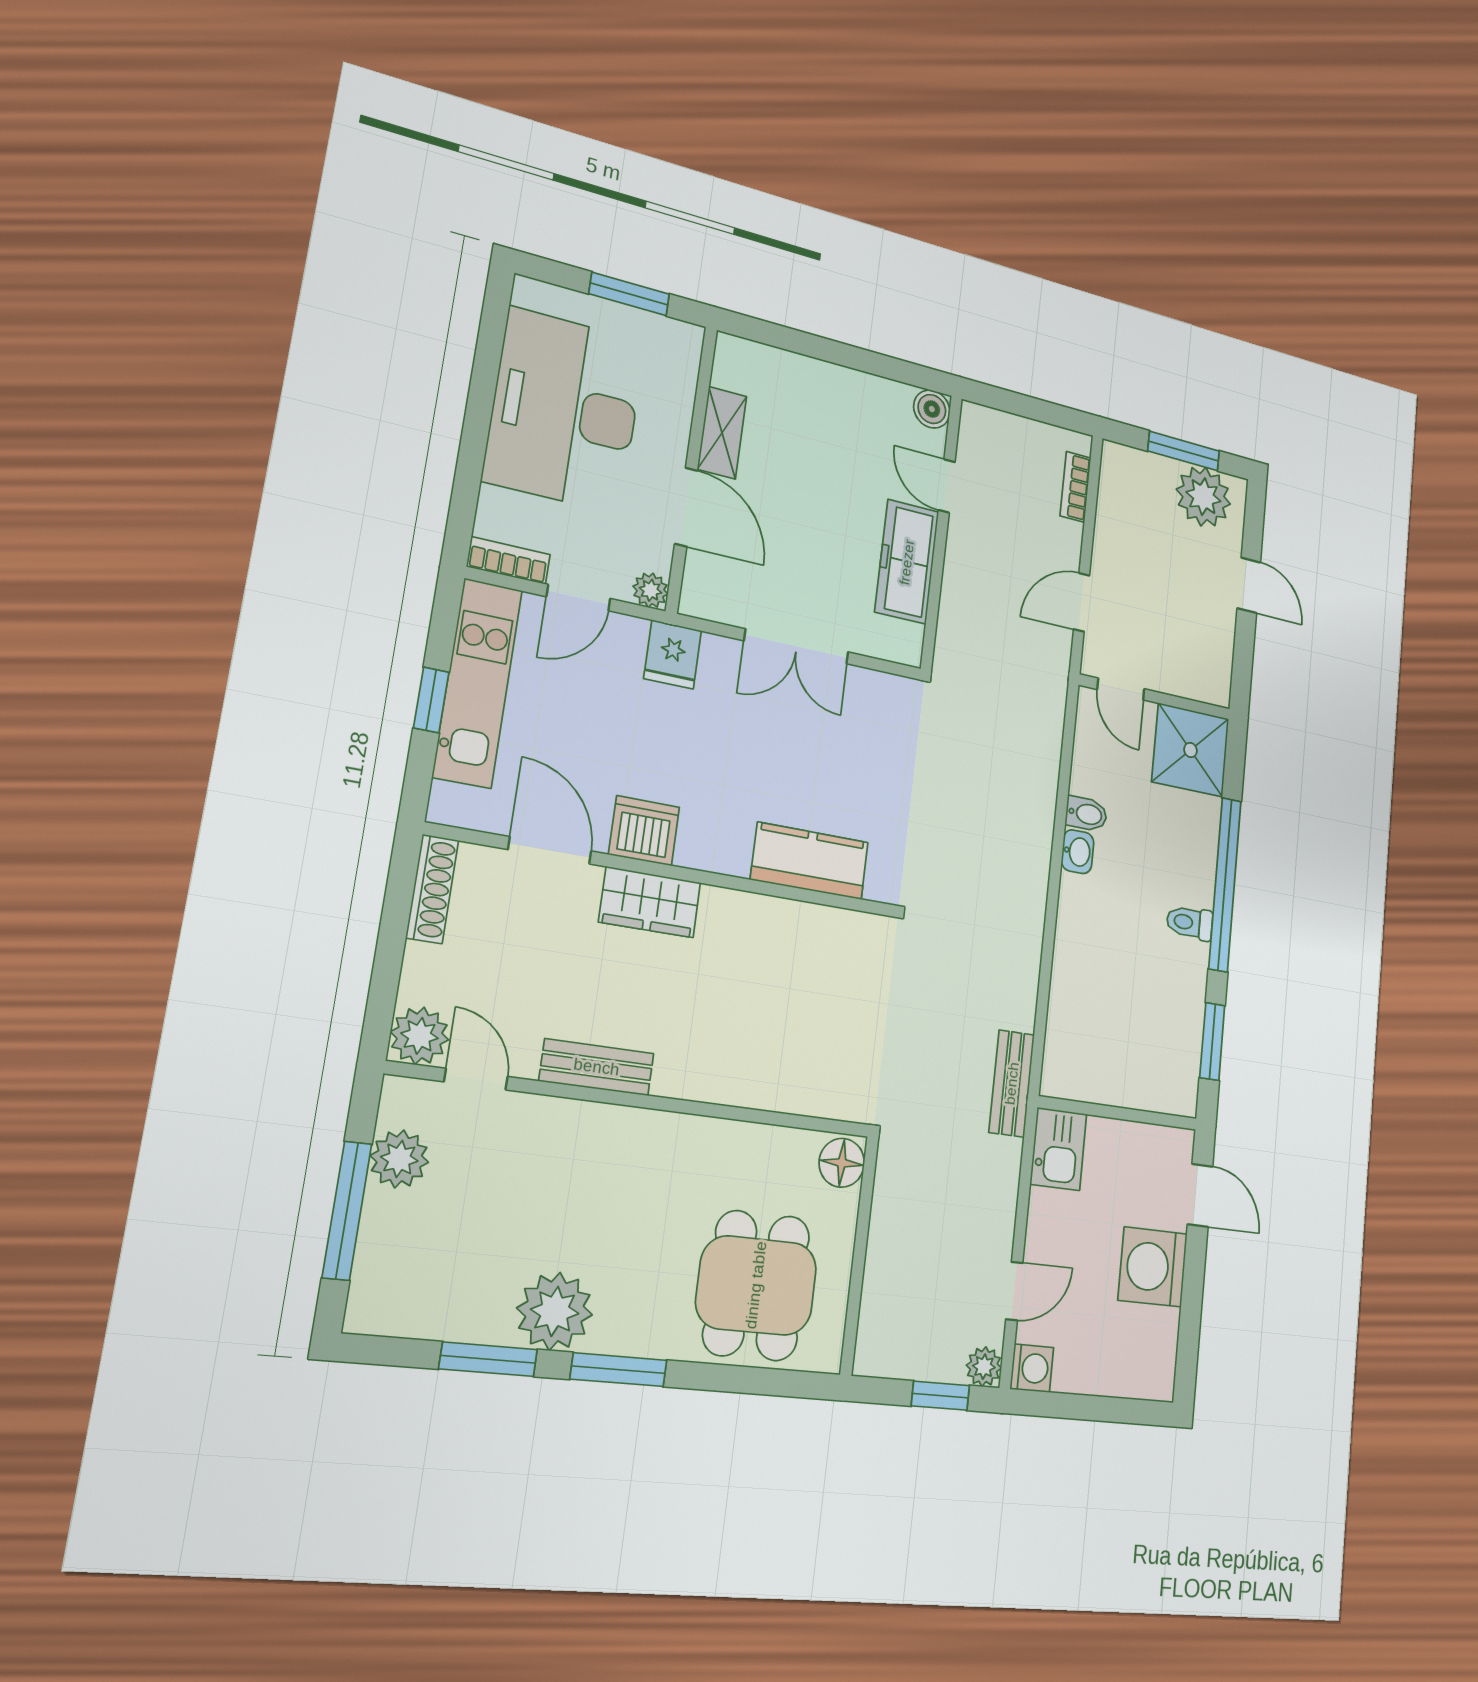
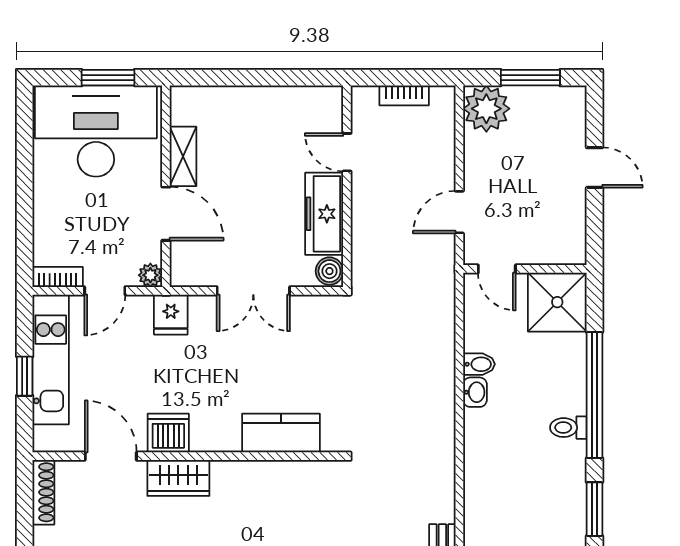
boiler: (932, 409) -> (329, 271), moved
desk: (565, 410) -> (96, 131), moved, turned 90
bookcase: (1076, 487) -> (404, 95), moved, turned -90
plant: (1203, 497) -> (486, 109), moved

